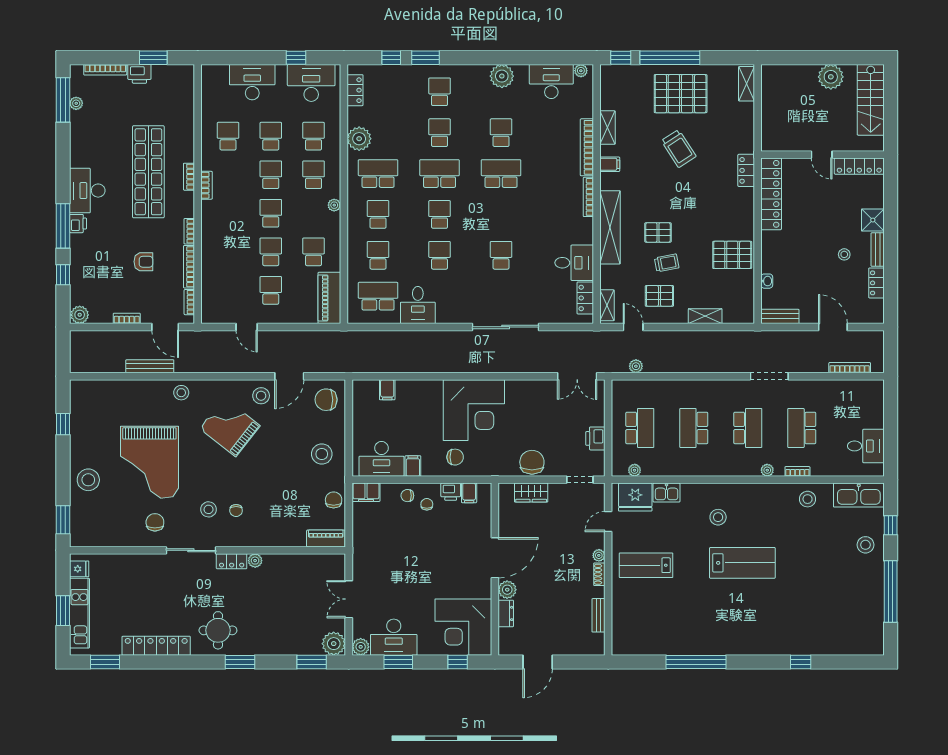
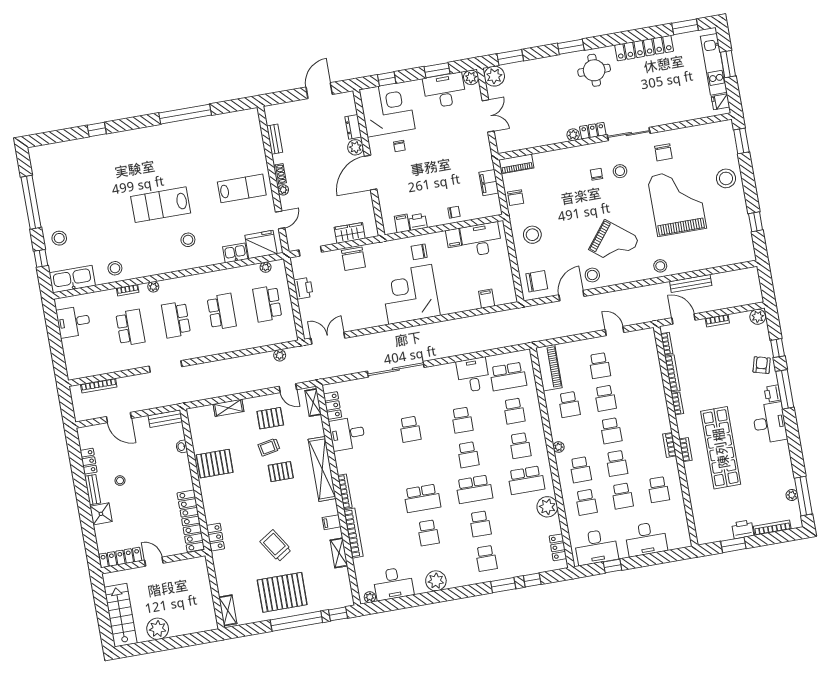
armchair: (143, 262) -> (762, 365), moved, turned 105
filing cabinet: (366, 492) -> (489, 183), moved, turned -90
chair: (427, 504) -> (399, 146), moved

